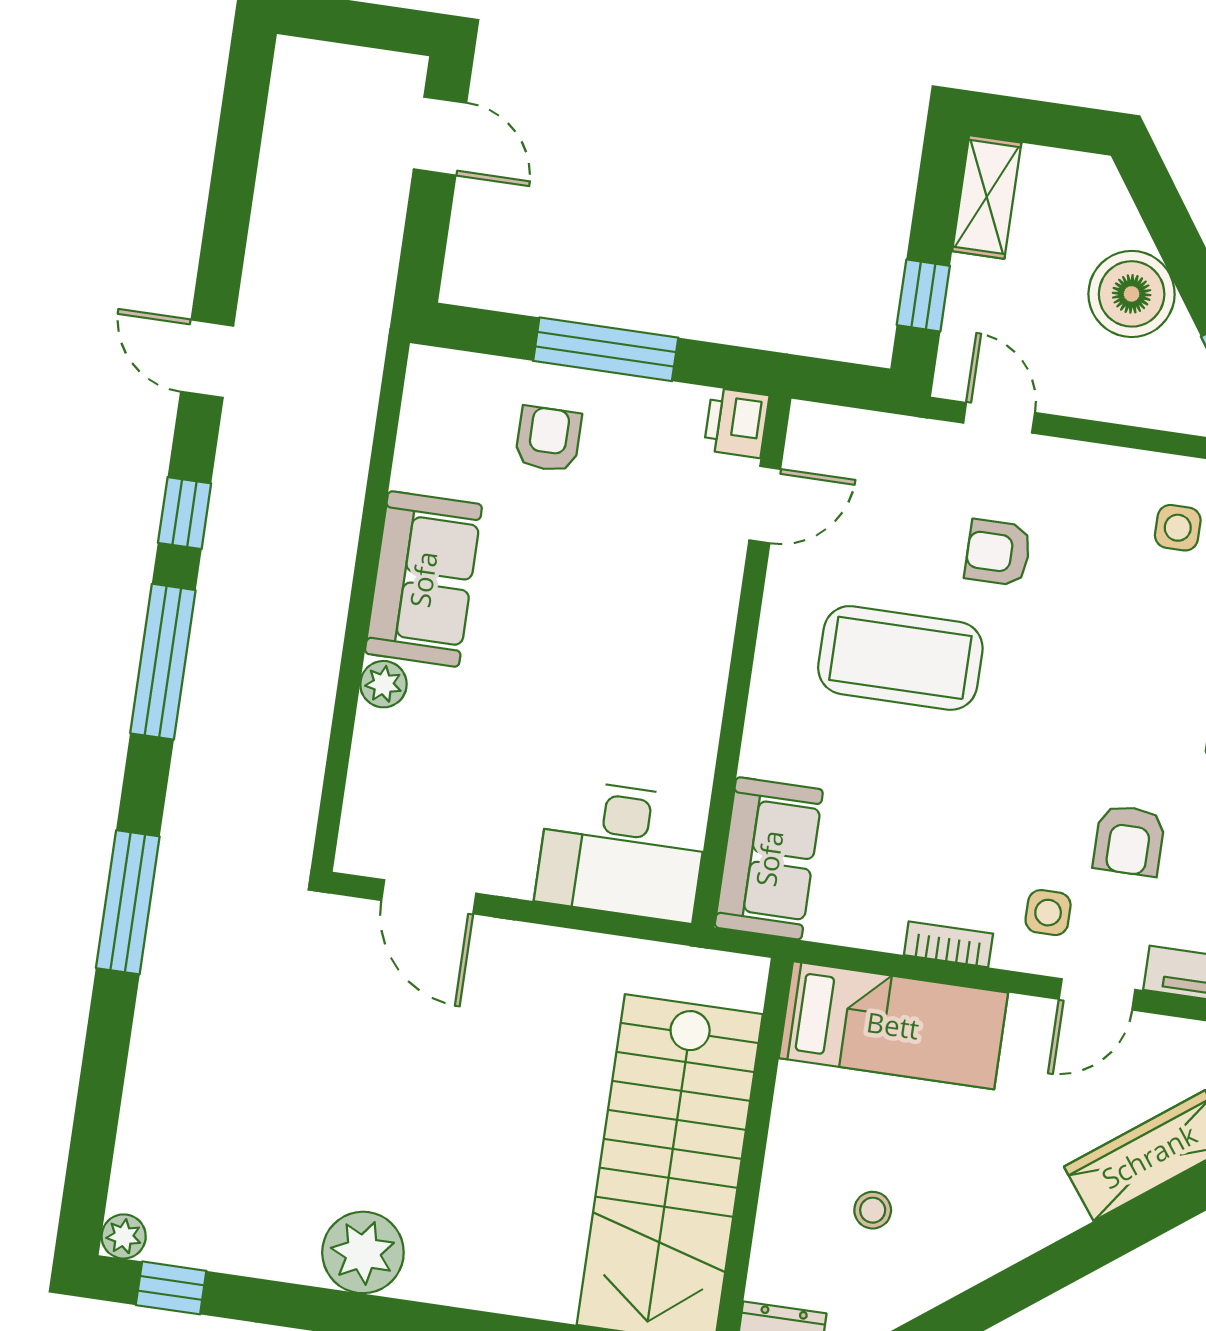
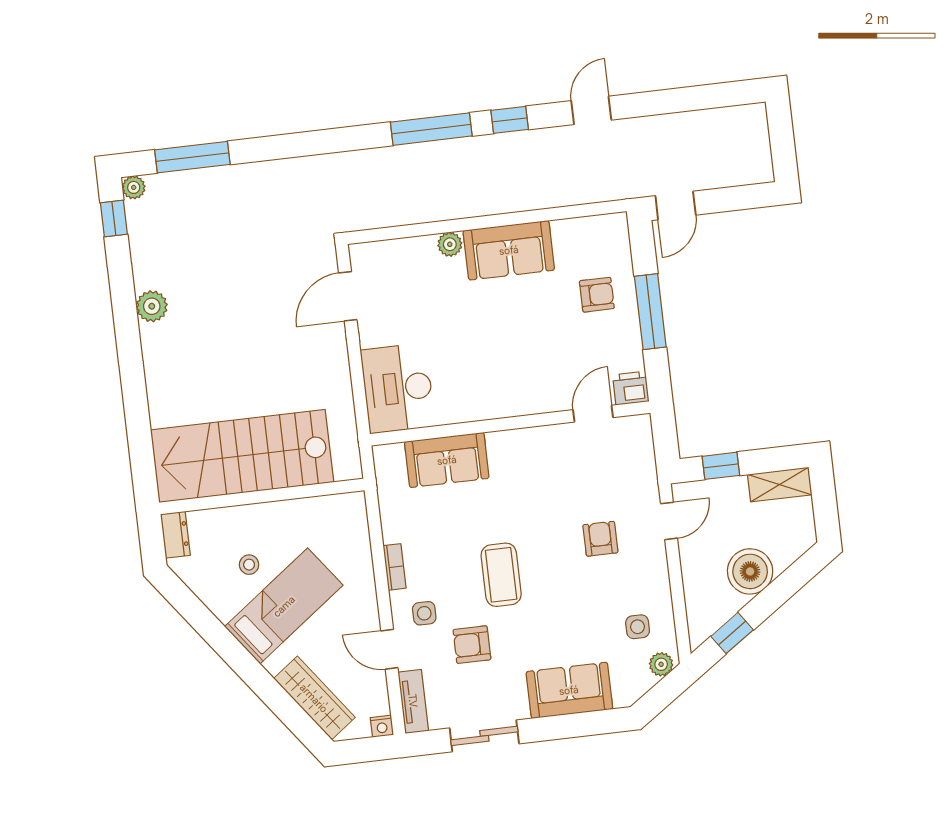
door: (440, 136) -> (676, 205), moved
door: (765, 505) -> (593, 414), swing flipped
coffee table: (900, 658) -> (501, 575), moved, width x0.73, depth x0.76
sofa: (769, 858) -> (447, 460), moved
window: (128, 902) -> (192, 157), moved
bed: (893, 1025) -> (284, 606), moved, turned -127
plant: (363, 1252) -> (152, 306), width x0.73, depth x0.73

